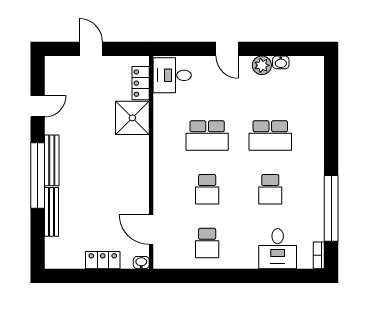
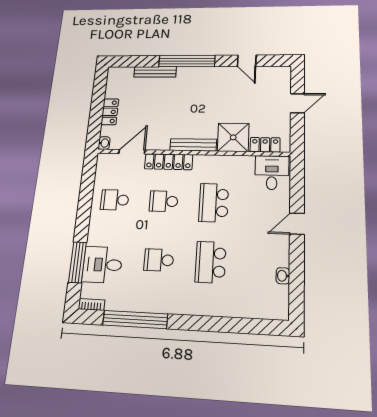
plant: (262, 65) -> (280, 257), removed
bench: (52, 160) -> (193, 145), moved
locker: (162, 187) -> (169, 162), added
window: (276, 276) -> (77, 262), added

